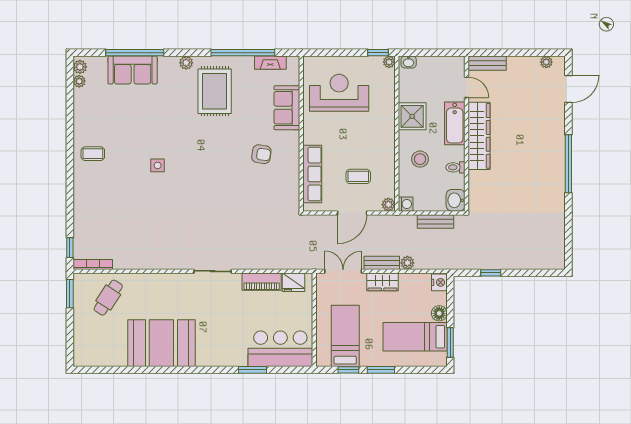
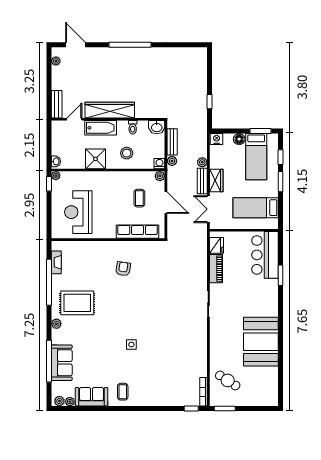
sofa: (287, 108) -> (91, 397), moved, turned 180
plant: (409, 221) -> (172, 161), added
window: (348, 370) -> (280, 157), moved

